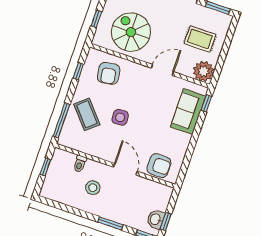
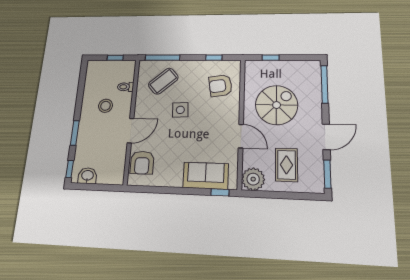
spiral stairs: (131, 32) -> (277, 105), moved
coffee table: (87, 114) -> (163, 81), moved
window: (166, 222) -> (87, 187), removed

